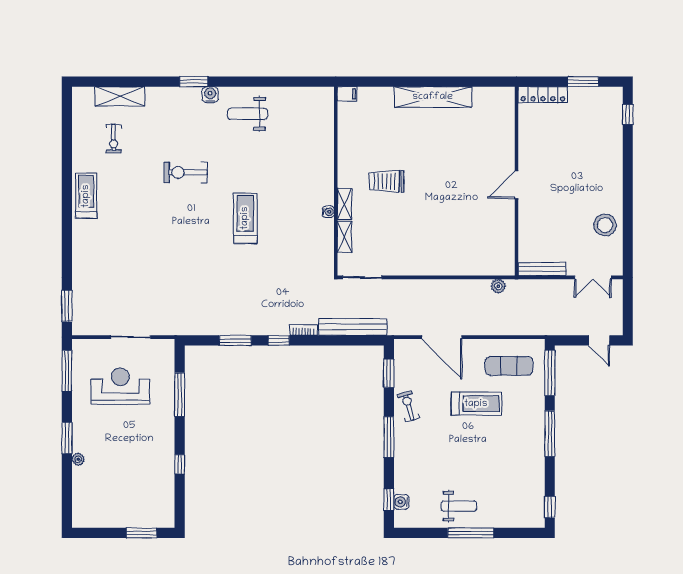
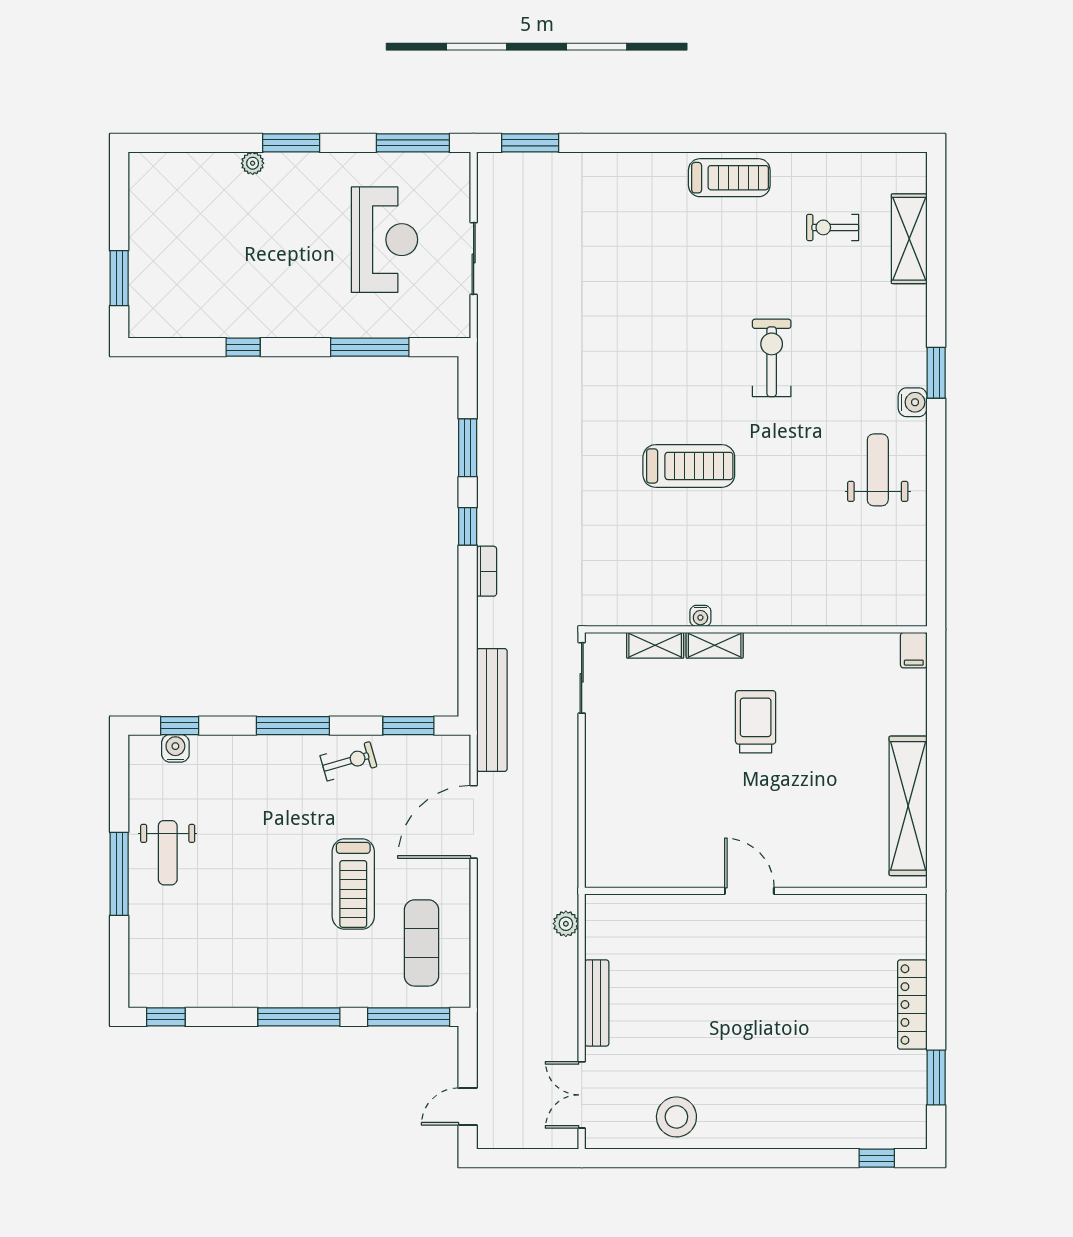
wall: (517, 181) -> (756, 891), moved
door: (517, 185) -> (749, 891), moved
bench: (353, 327) -> (492, 710), moved

